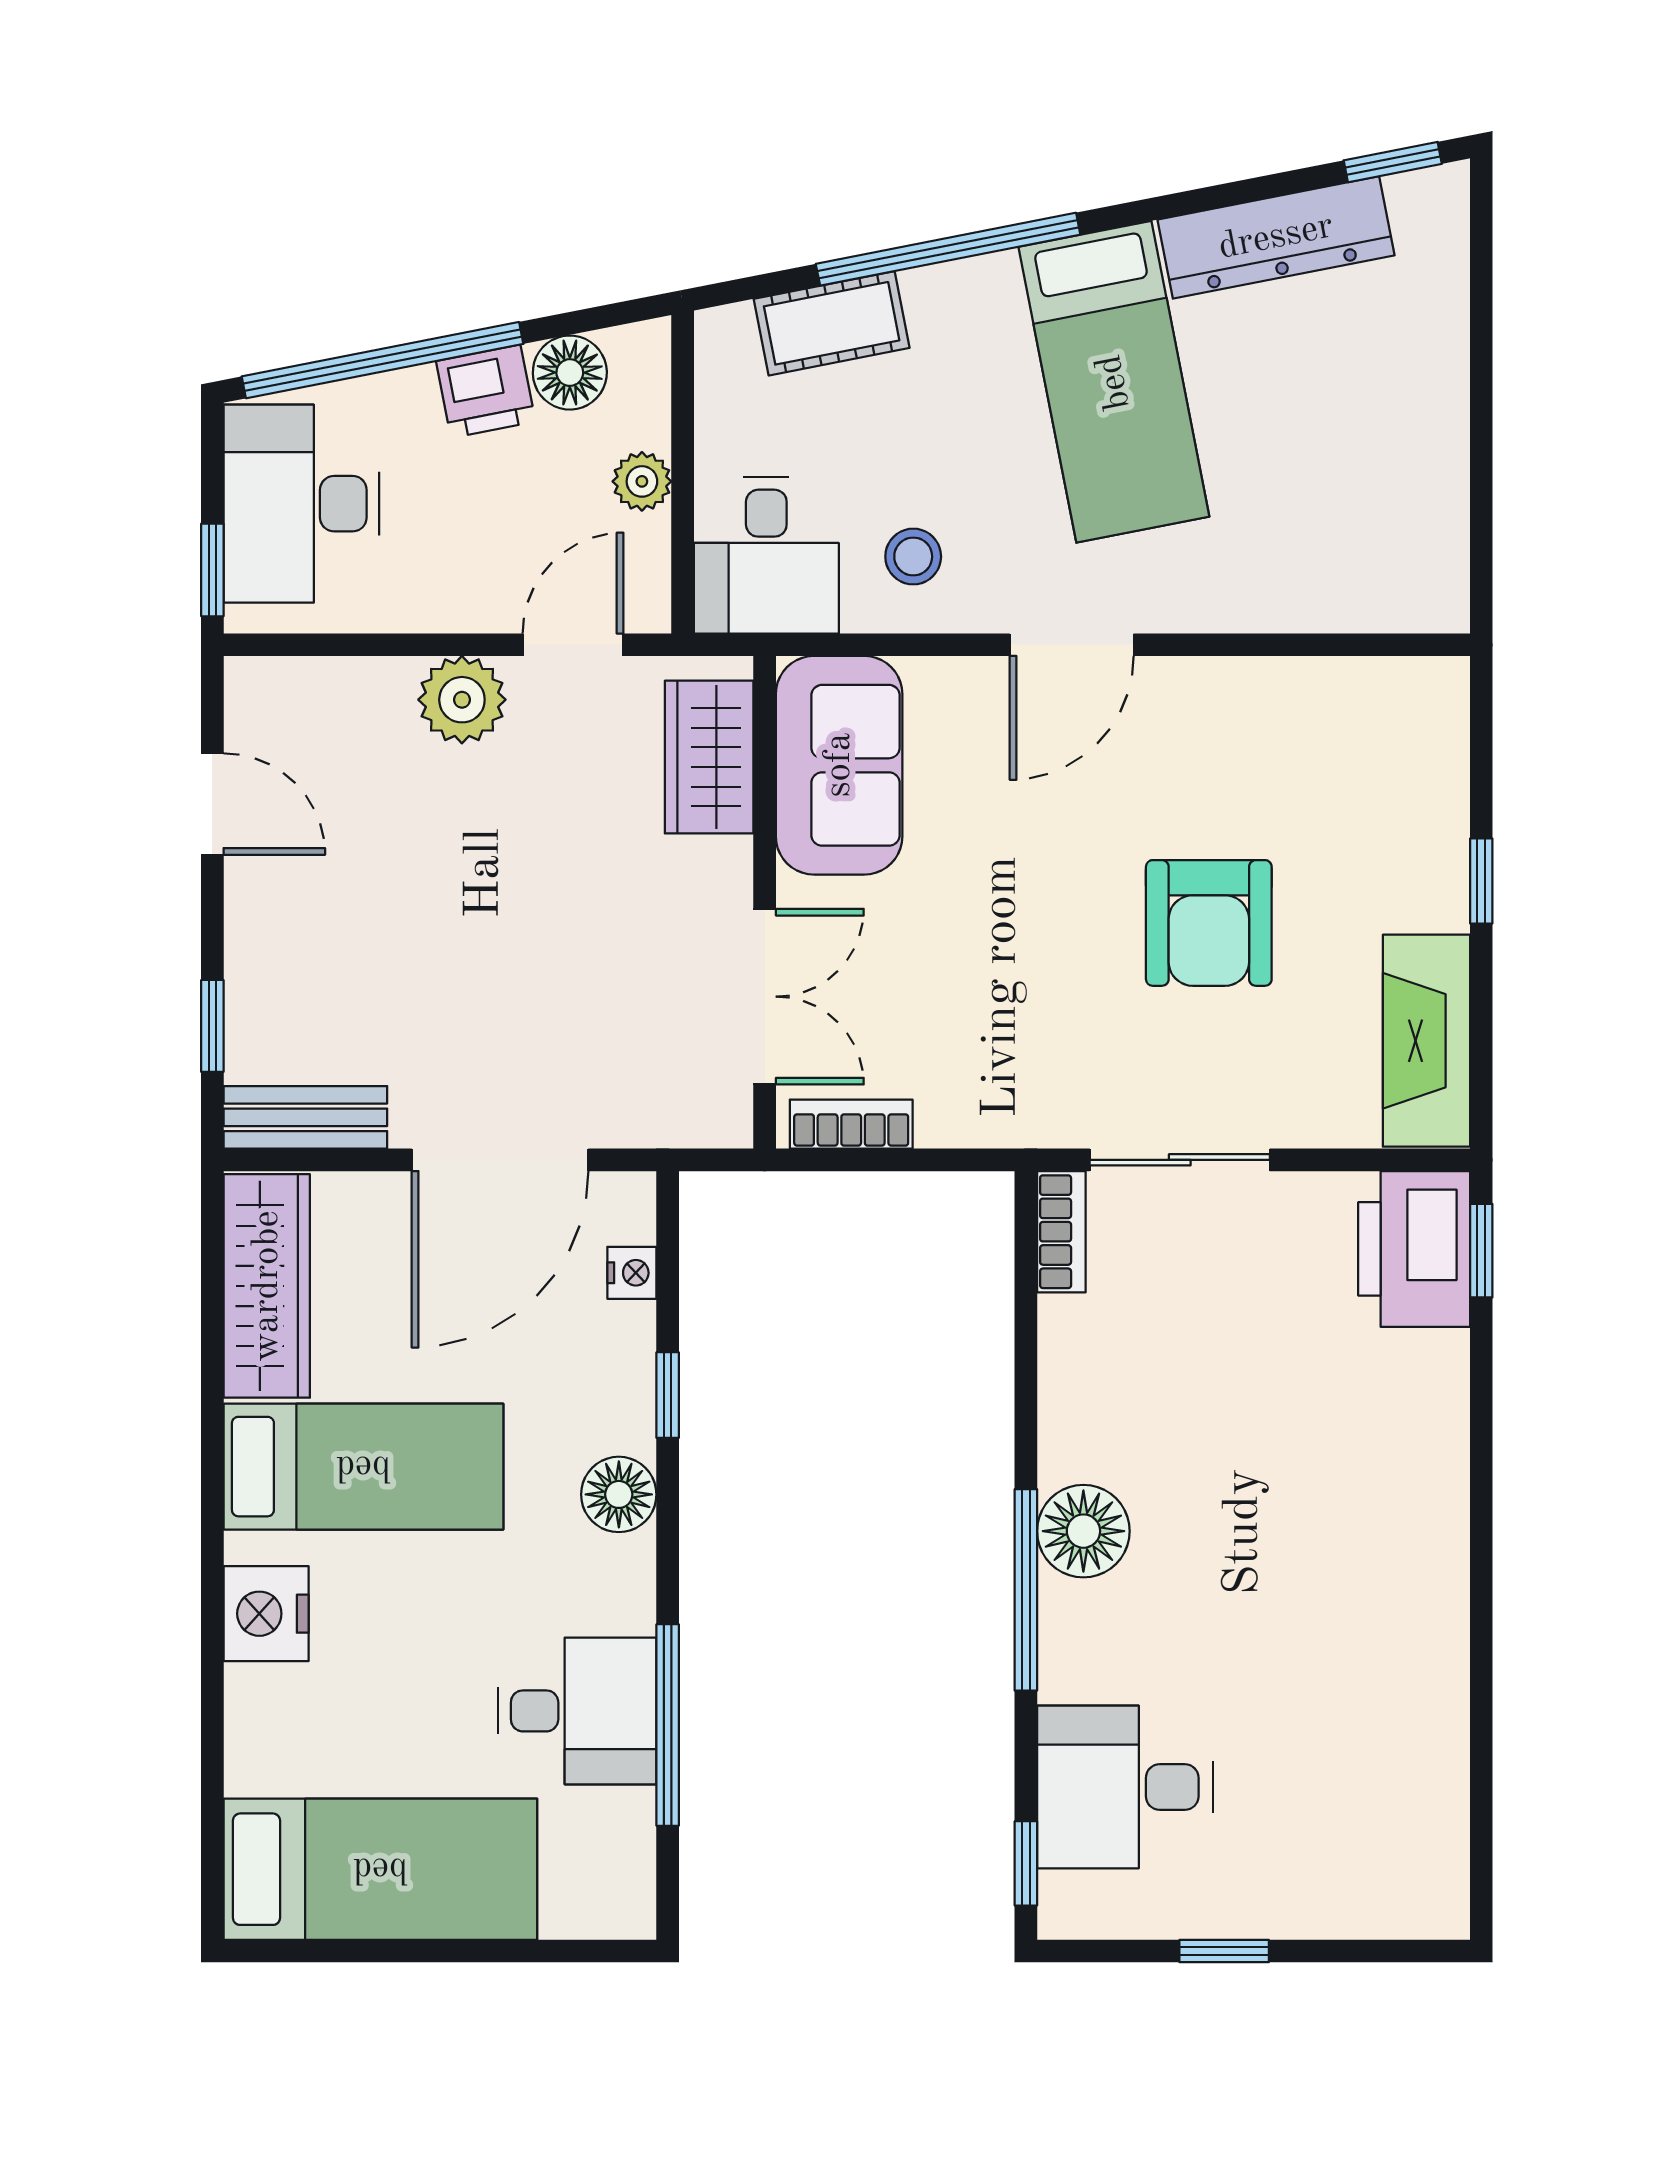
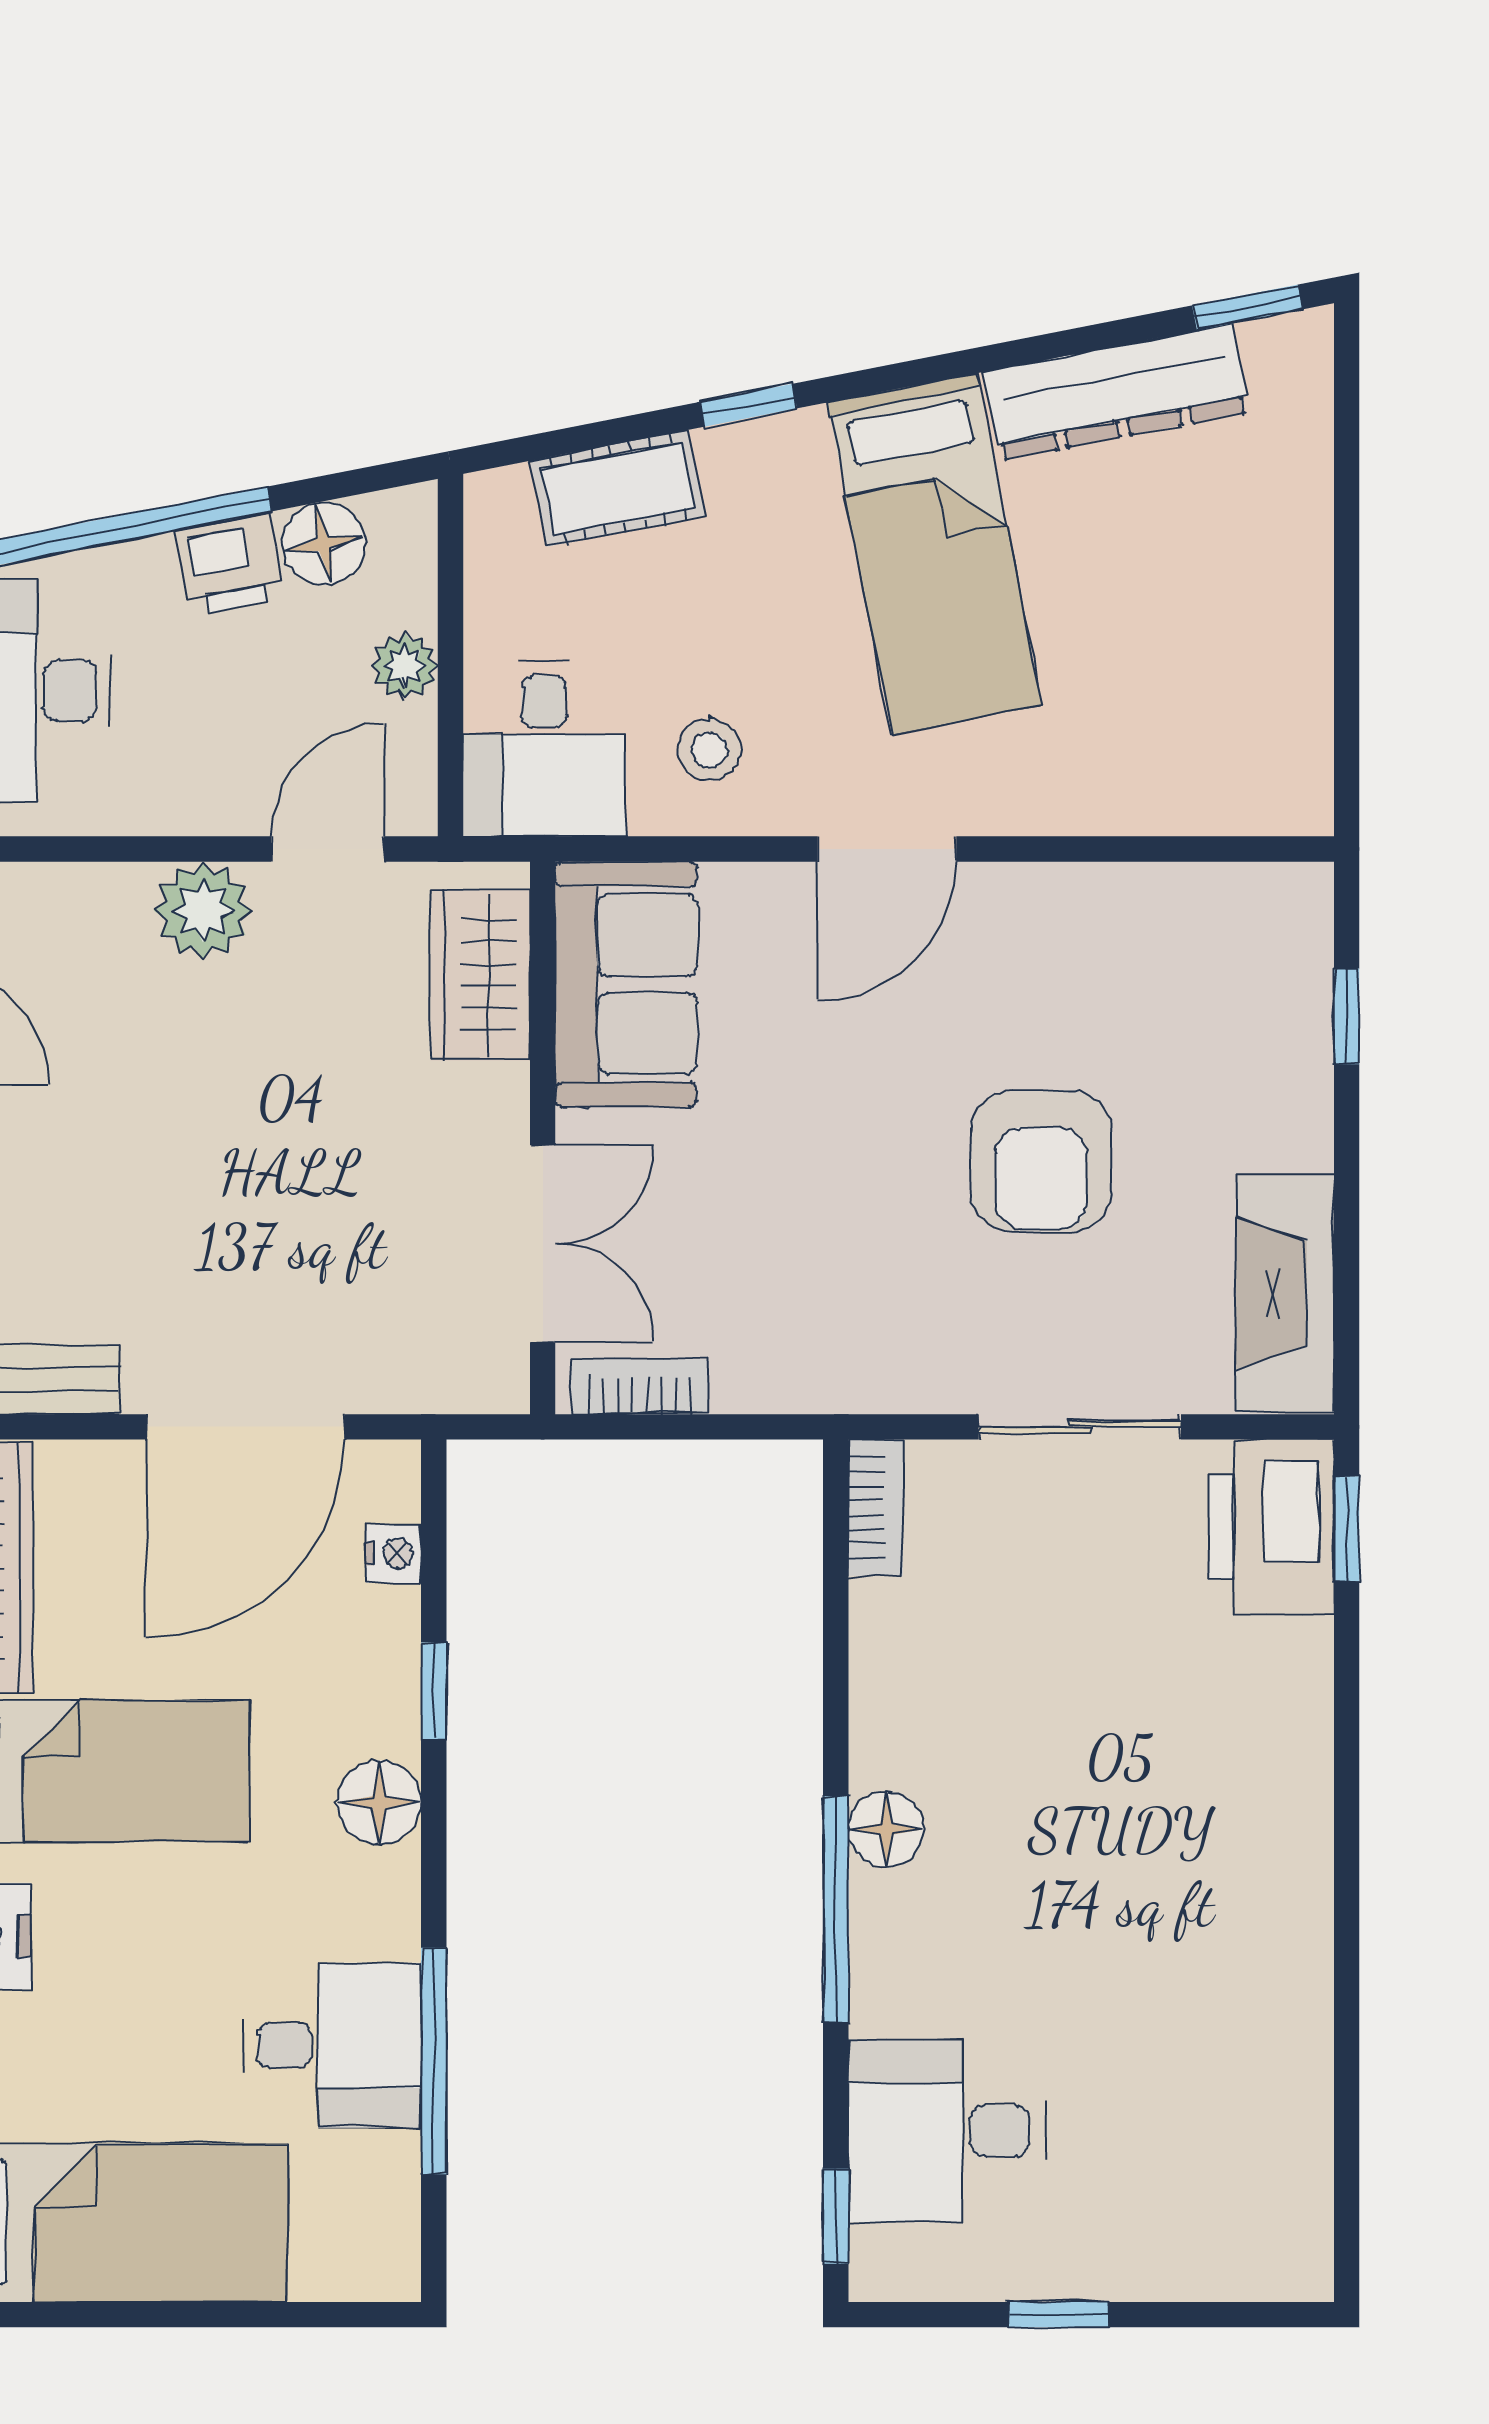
window: (948, 249) -> (748, 405), width x0.32
window: (1481, 881) -> (1347, 1016), moved
sliding door: (1180, 1160) -> (1080, 1427), moved
floor lamp: (1083, 1531) -> (886, 1829), width x0.73, depth x0.73

